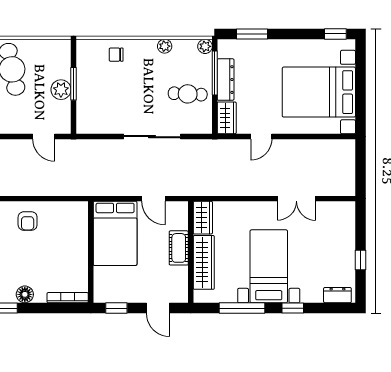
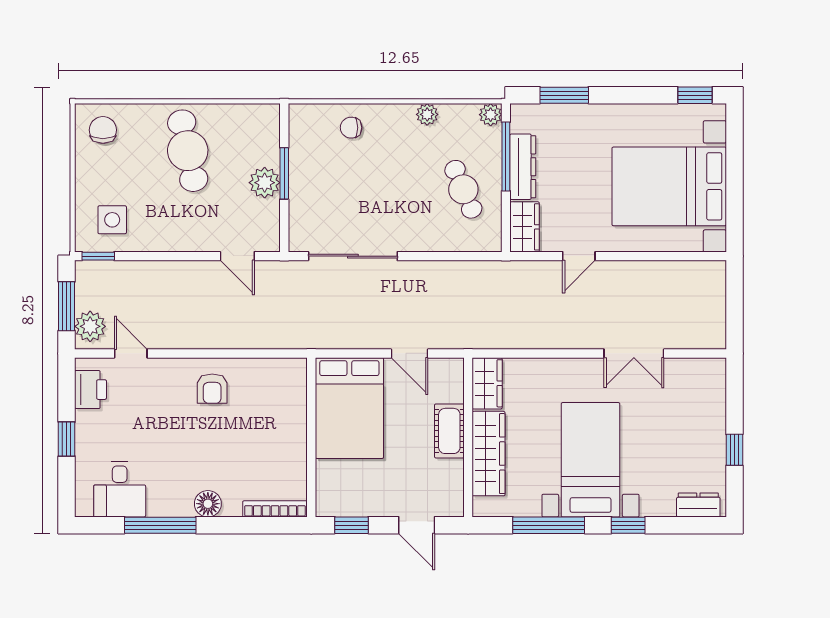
cafe table: (188, 94) -> (463, 189), turned 64
sliding door: (152, 137) -> (353, 256), moved

